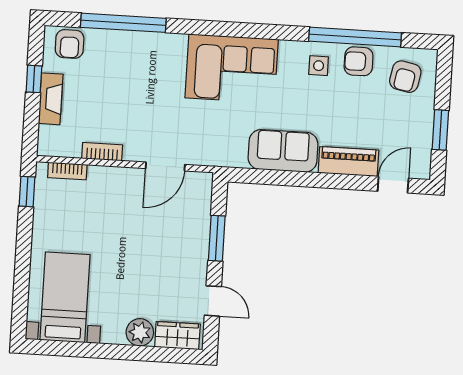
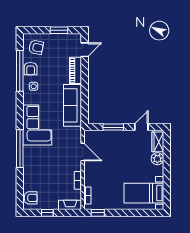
window: (123, 23) -> (20, 149), moved
fireplace: (51, 99) -> (70, 205), moved
sofa: (283, 151) -> (73, 105), width x1.36
door: (393, 185) -> (85, 50), swing flipped

